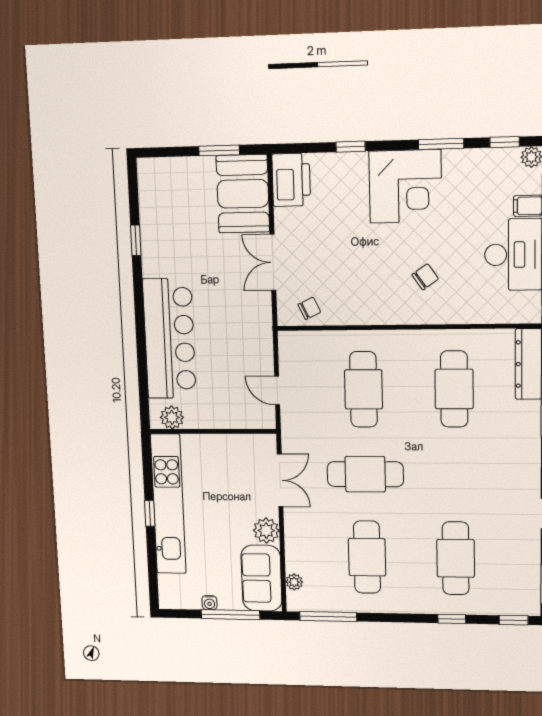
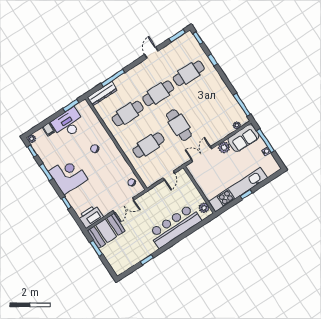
cafe table: (367, 557) -> (158, 93), moved

